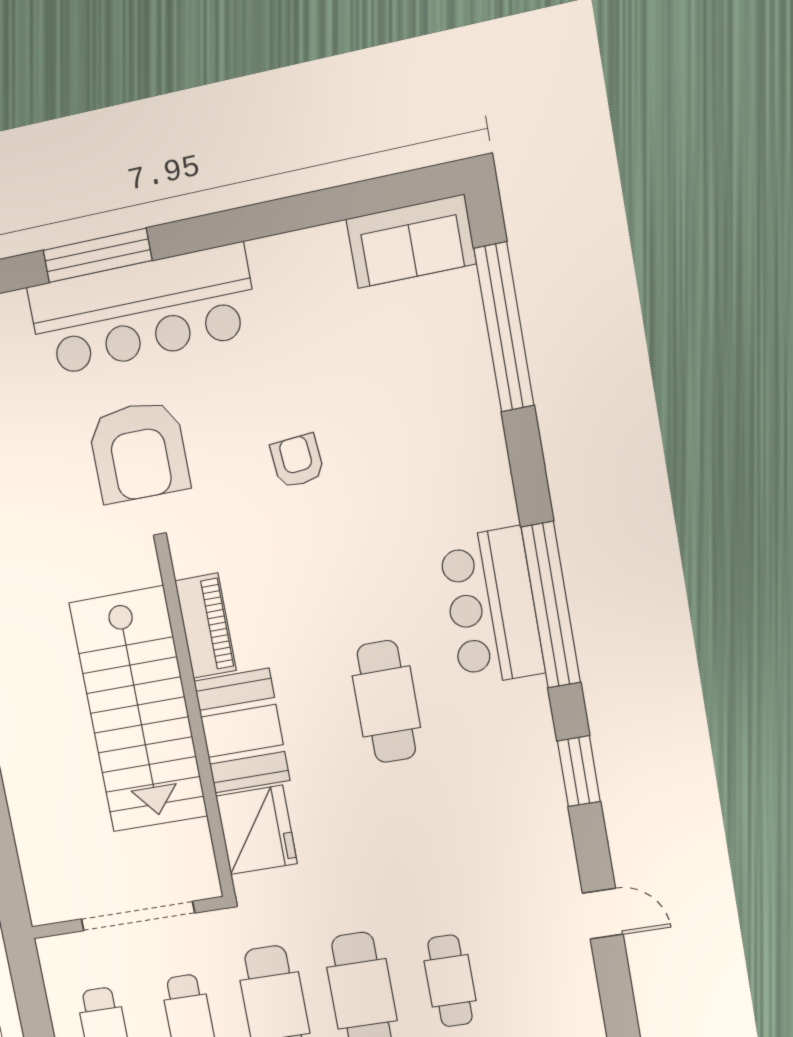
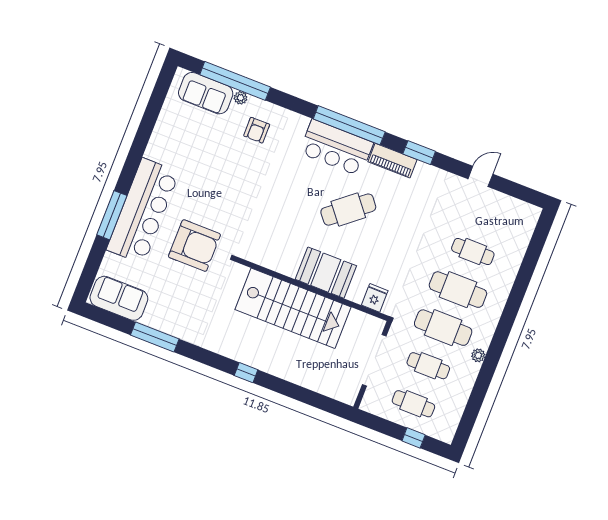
sofa: (411, 241) -> (206, 93), moved, turned 90
plant: (477, 359) -> (241, 98), added
armchair: (297, 461) -> (257, 130), moved, turned -85
piano: (206, 626) -> (392, 161), moved, turned 180
cafe table: (386, 702) -> (348, 210), turned -39
fridge: (257, 830) -> (375, 298), width x0.53, depth x0.75

